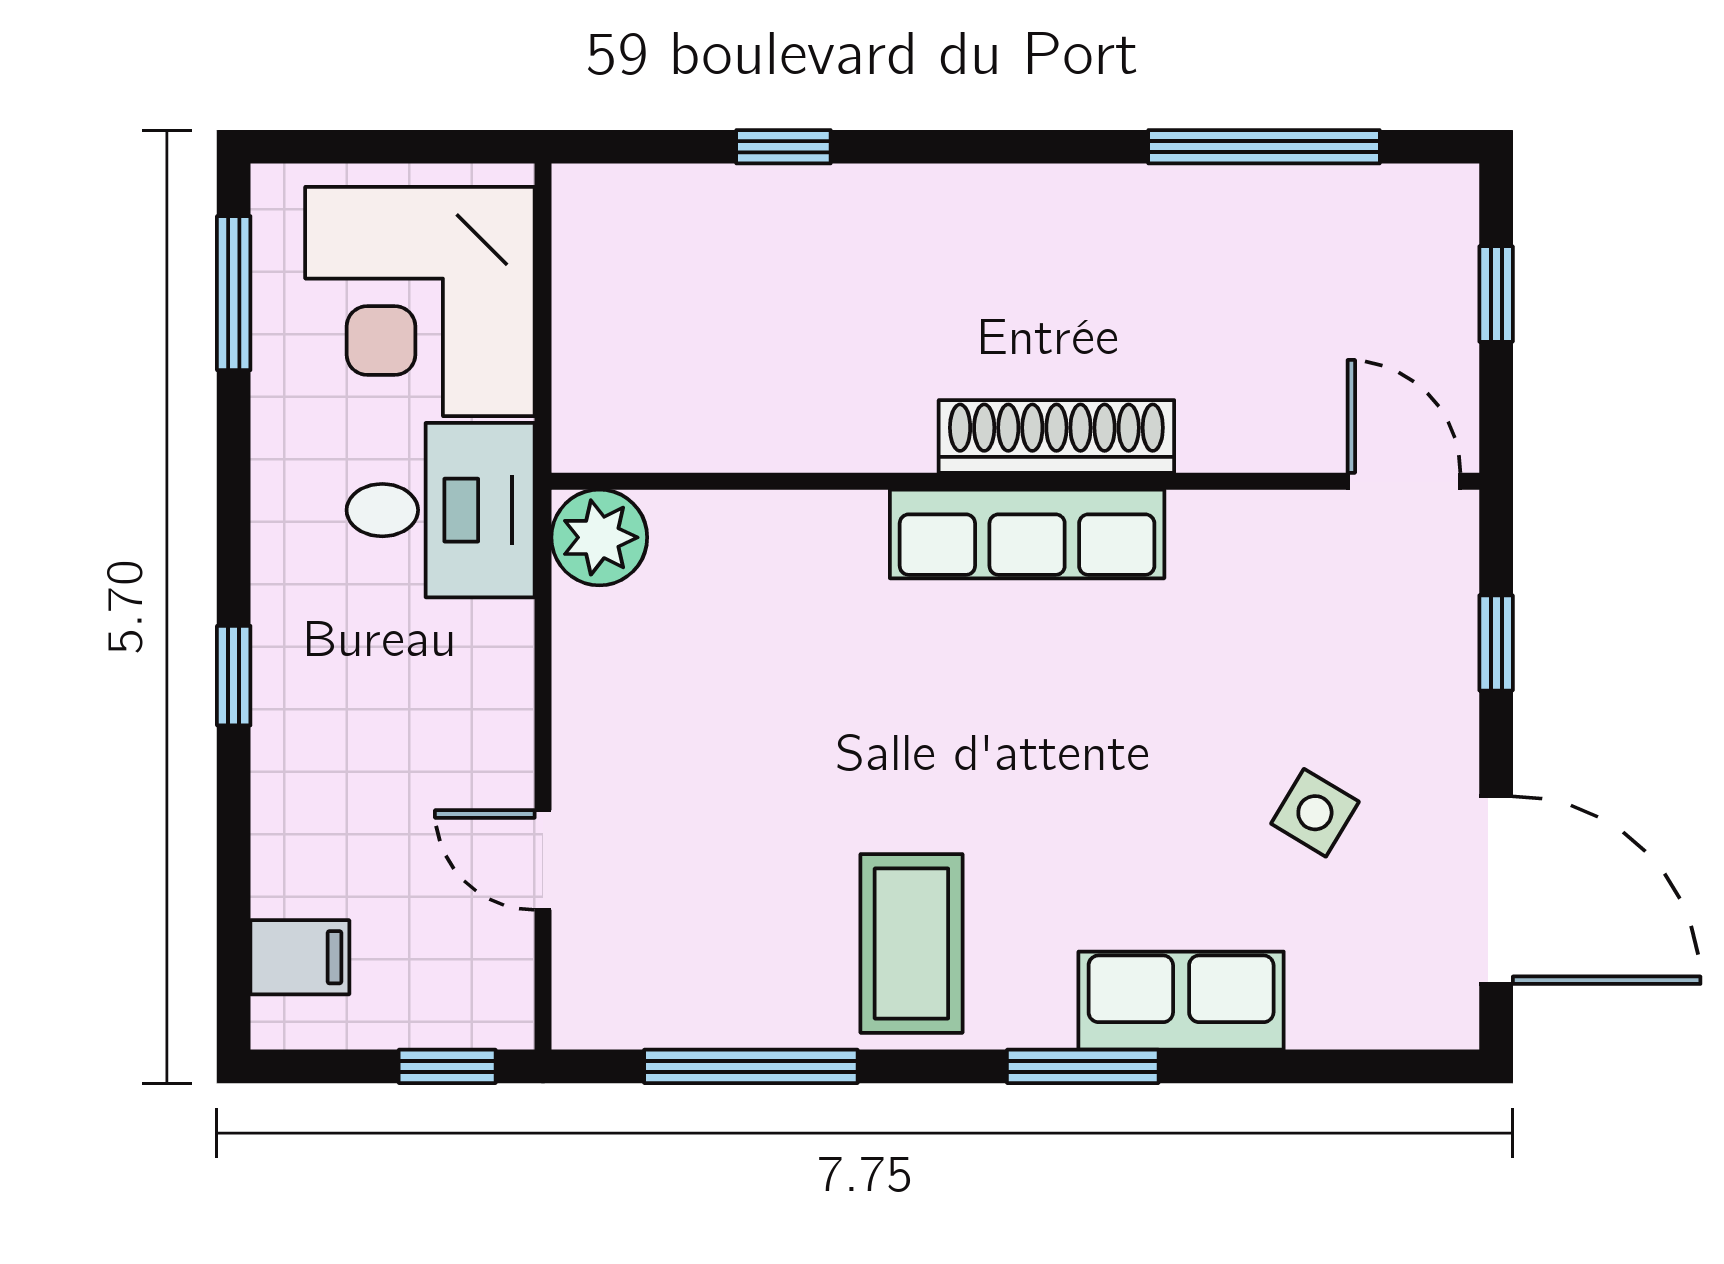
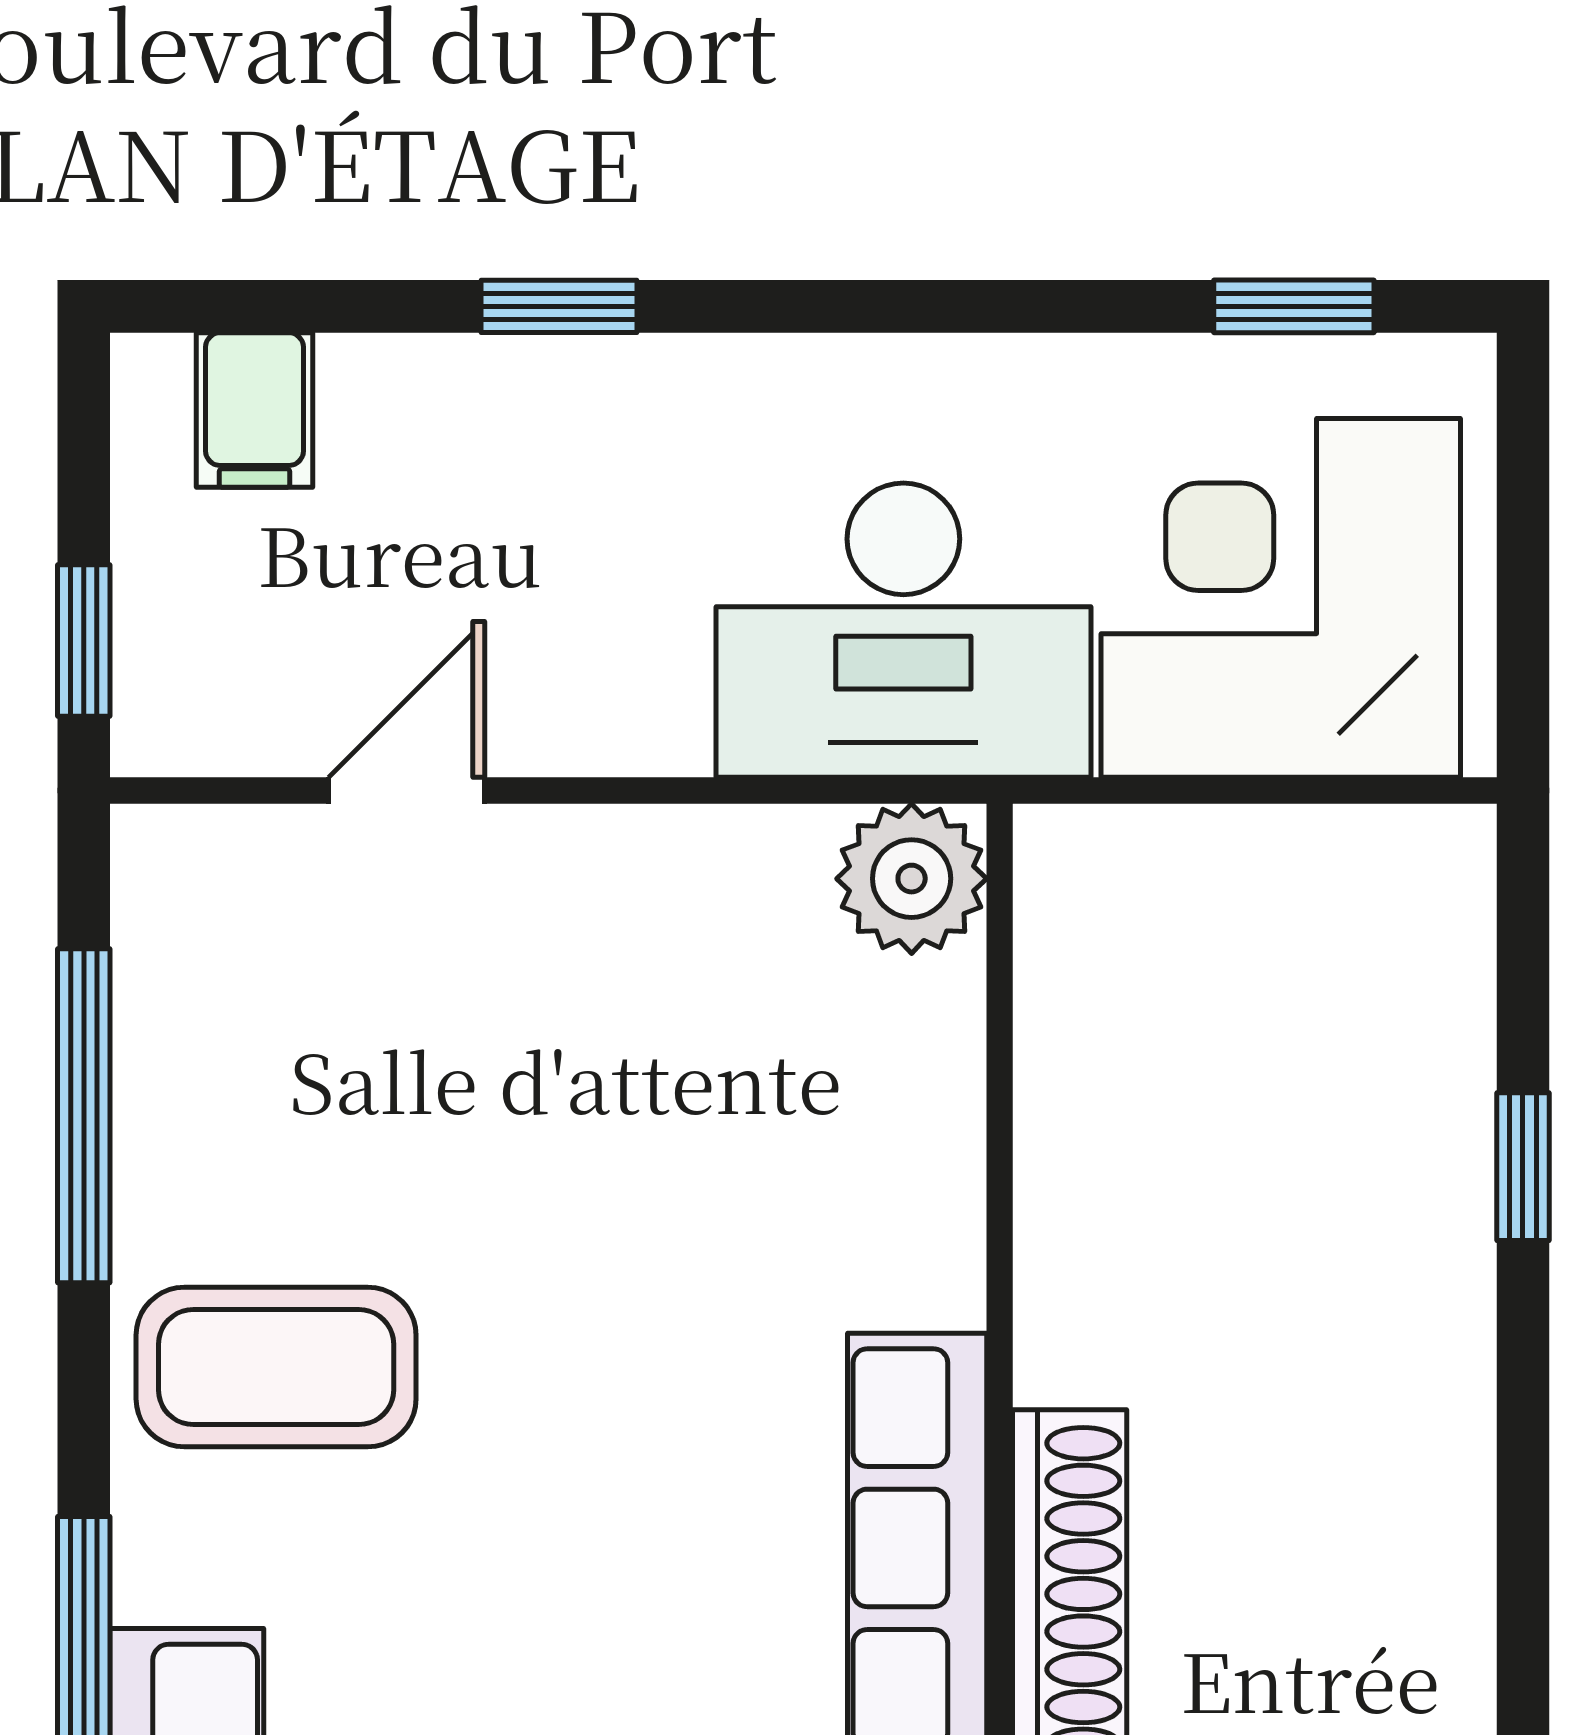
window: (234, 293) -> (1294, 306), width x0.67
desk: (441, 510) -> (903, 630), width x1.37
window: (234, 676) -> (559, 306), moved

